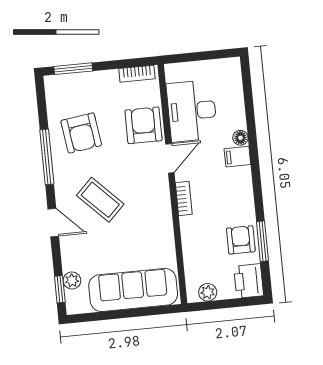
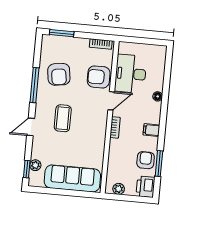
armchair: (143, 125) -> (99, 77), turned -90
filing cabinet: (237, 157) -> (151, 130), moved
coffee table: (100, 200) -> (63, 118), turned 45
door: (53, 223) -> (31, 127), swing flipped

